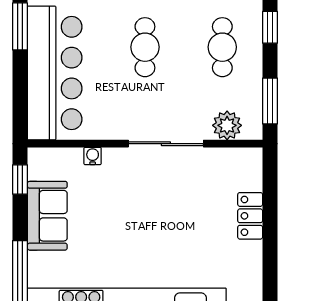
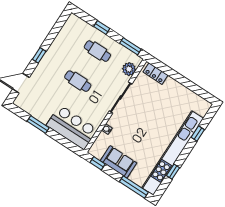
bar counter: (55, 73) -> (72, 127), width x0.73
locker: (250, 216) -> (156, 74), moved

